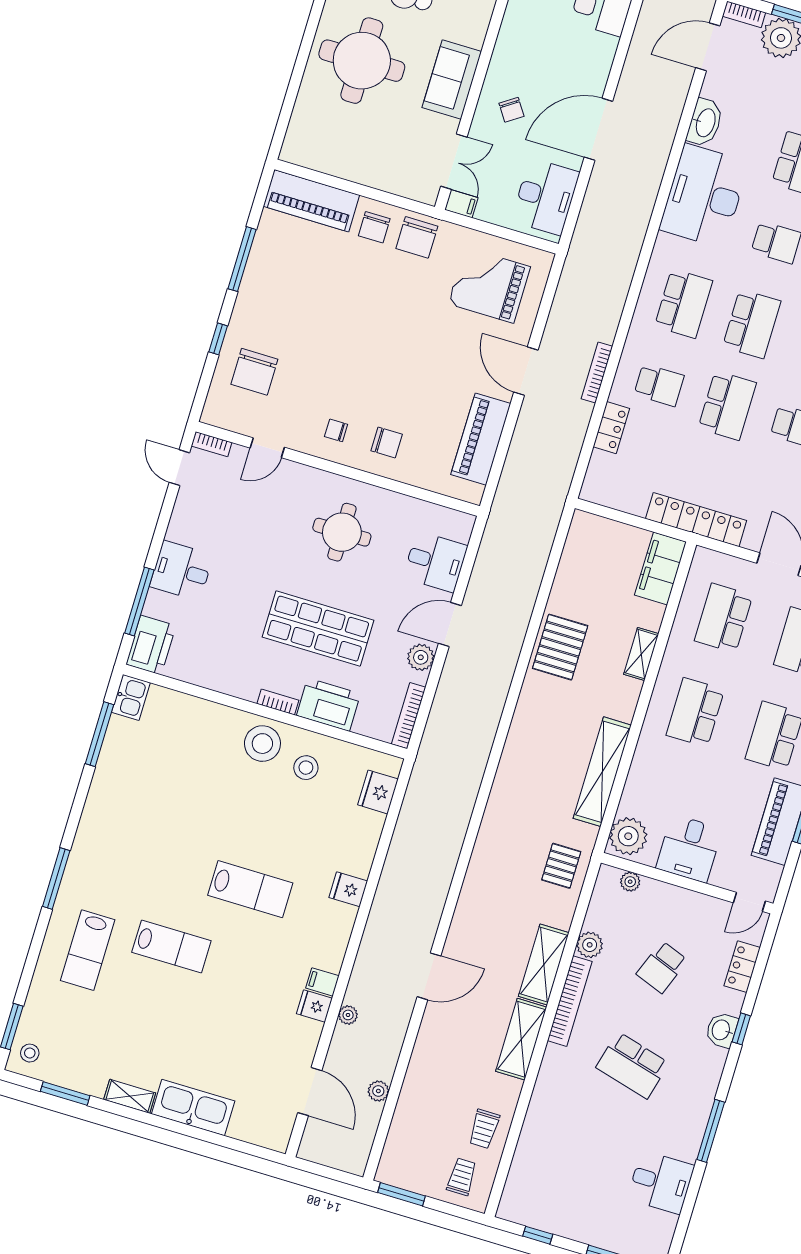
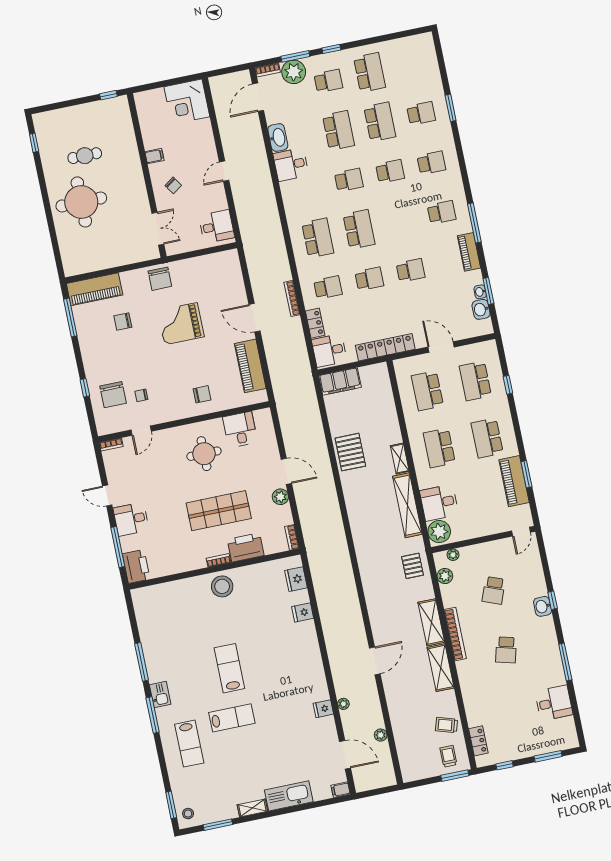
sofa: (452, 80) -> (134, 186), removed
door: (598, 129) -> (224, 171), width x0.53
desk: (704, 196) -> (291, 165), width x0.53, depth x0.77
desk: (545, 197) -> (217, 226), width x0.73
filing cabinet: (461, 204) -> (154, 156), moved
chair: (374, 227) -> (123, 321), moved, turned 90
window: (242, 259) -> (70, 317), moved
grand piano: (489, 285) -> (181, 324), moved
school desk: (727, 406) -> (369, 279), width x0.54
chair: (336, 430) -> (141, 395), moved
door: (179, 468) -> (107, 496), moved
desk: (611, 480) -> (329, 350), added
desk: (435, 562) -> (240, 430), moved, turned -90
filing cabinet: (660, 568) -> (340, 381), moved, turned -90
door: (450, 624) -> (286, 471), swing flipped
shelving: (641, 654) -> (400, 459), moved
kitchen sink: (131, 697) -> (160, 695), moved
bookcase: (409, 716) -> (292, 537), width x0.64
window: (100, 734) -> (142, 662), moved
stool: (306, 768) -> (252, 587), removed
desk: (689, 848) -> (439, 503), moved, turned 90
lab bench: (250, 889) -> (229, 668), moved, turned -90
fridge: (348, 889) -> (303, 612), moved
plant: (590, 945) -> (445, 576), moved
locker: (742, 967) -> (478, 741), moved, turned 180
filing cabinet: (322, 982) -> (341, 790), moved
school desk: (632, 1065) -> (506, 650), width x0.54
trolley: (484, 1129) -> (447, 725), turned 107
window: (401, 1194) -> (455, 776), moved

